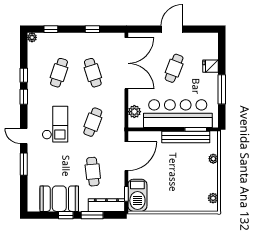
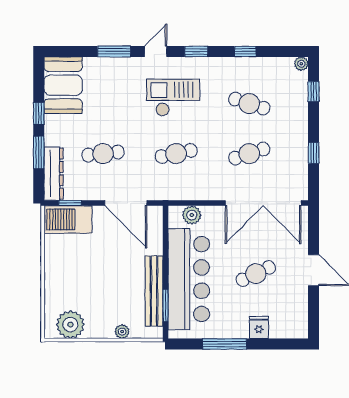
cafe table: (174, 68) -> (256, 274), turned -46
window: (24, 97) -> (196, 51), moved
cafe table: (93, 122) -> (176, 154), turned -33
checkout: (55, 124) -> (173, 98), turned 180
plant: (213, 198) -> (70, 325), width x1.87, depth x1.87
booth: (59, 199) -> (63, 85), moved

